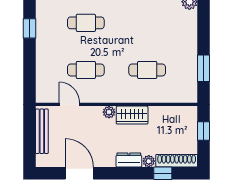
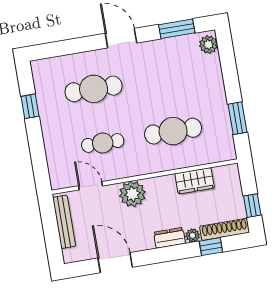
cafe table: (86, 23) -> (94, 89), width x1.37, depth x1.35
cafe table: (147, 70) -> (173, 131), width x1.37, depth x1.35
plant: (109, 112) -> (132, 194), width x1.88, depth x1.88
wardrobe: (132, 115) -> (195, 181), moved
window: (204, 131) -> (252, 206), moved

